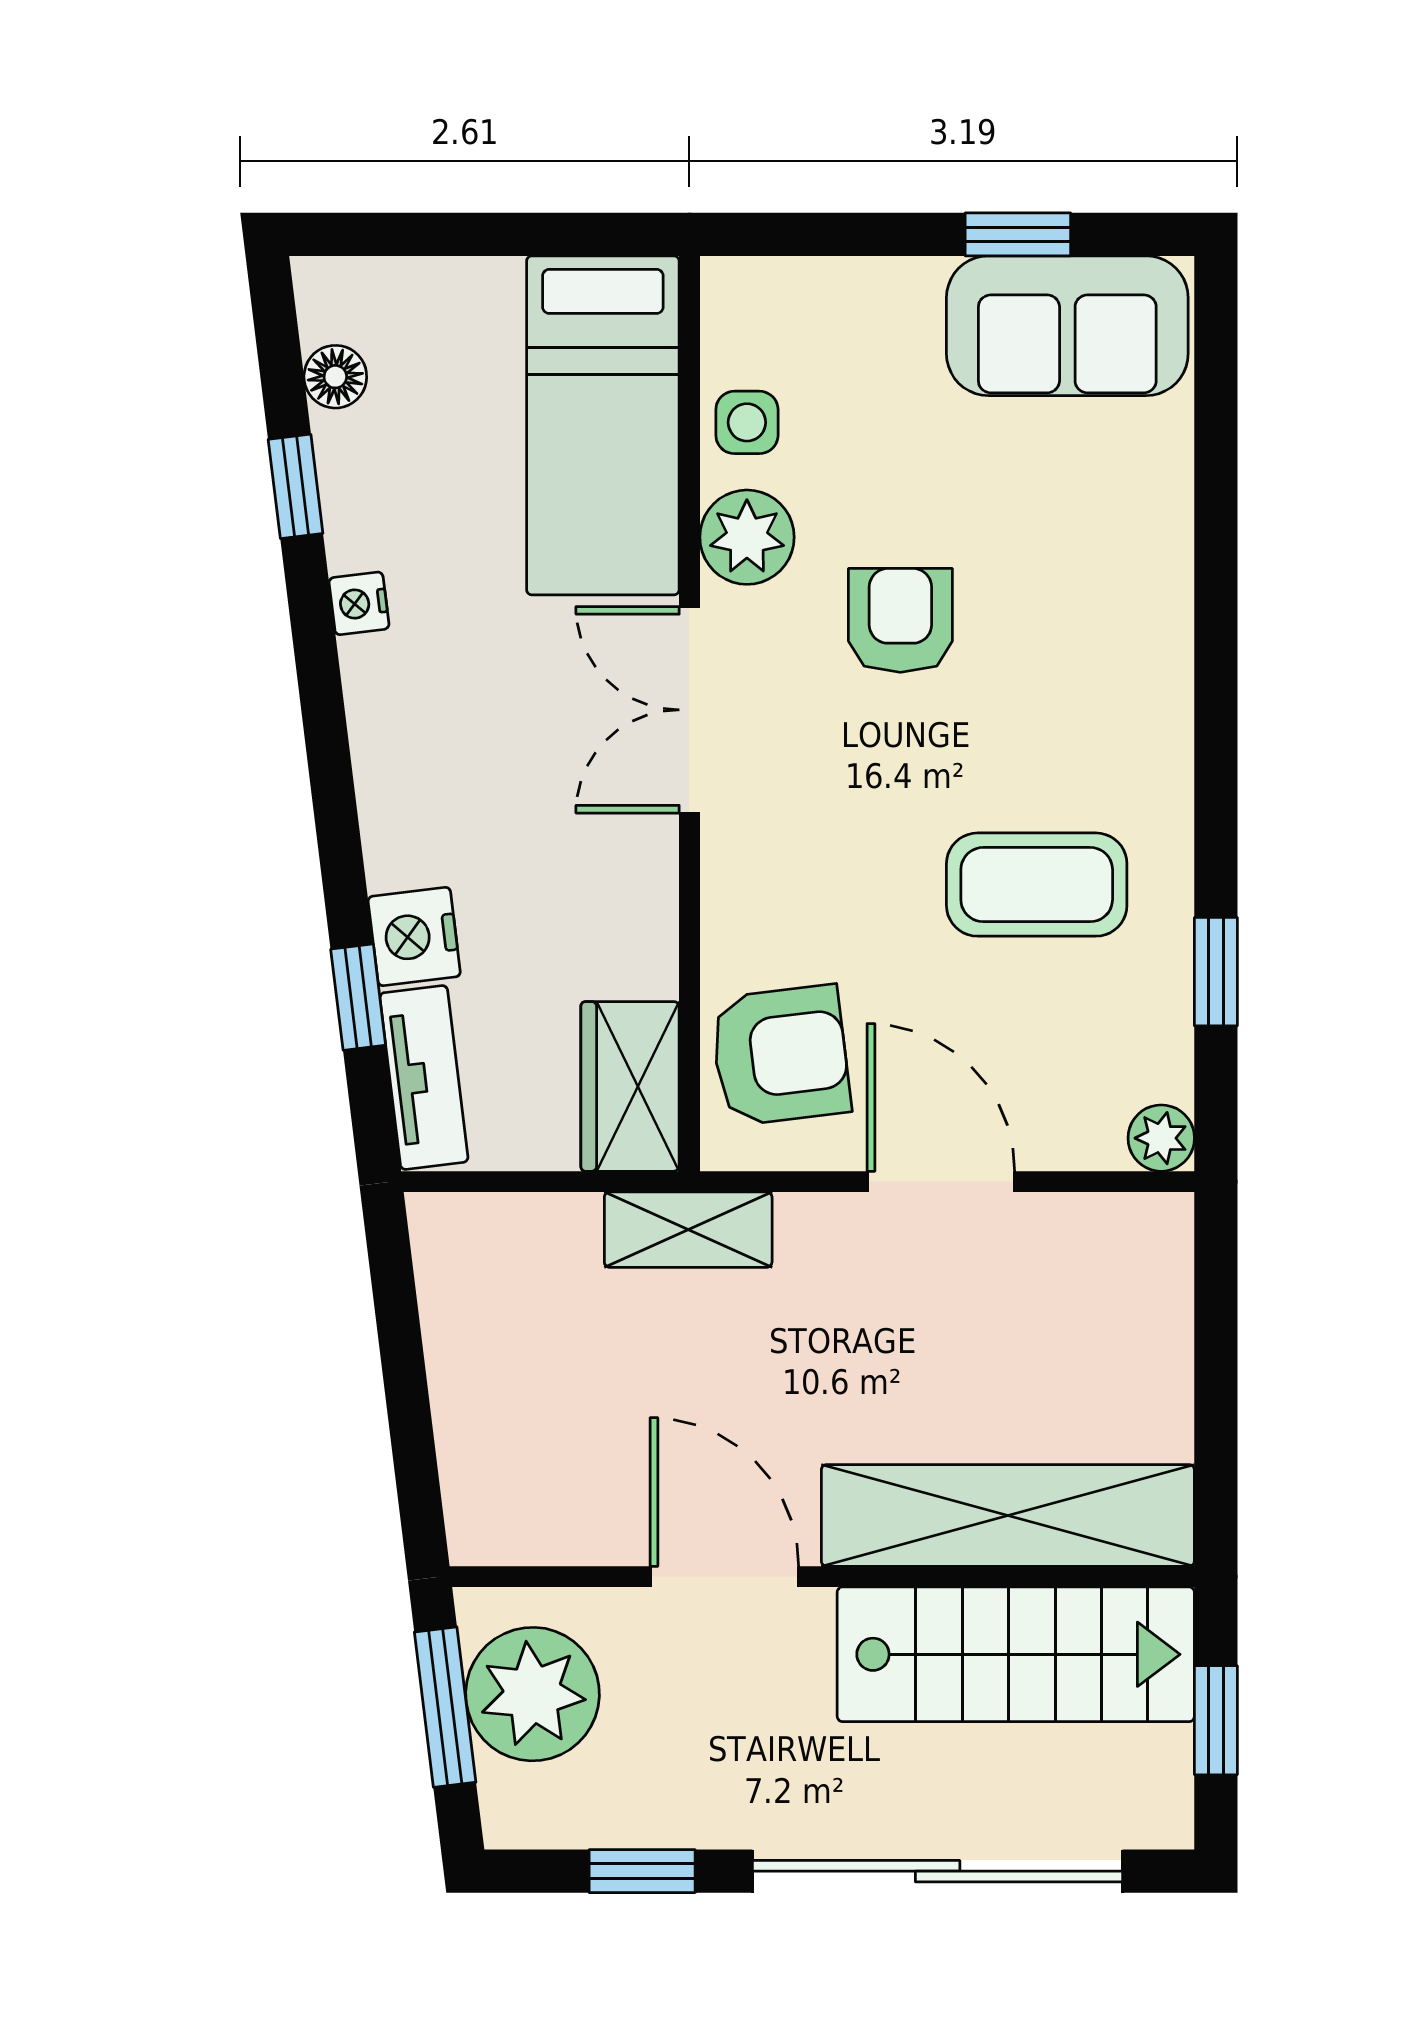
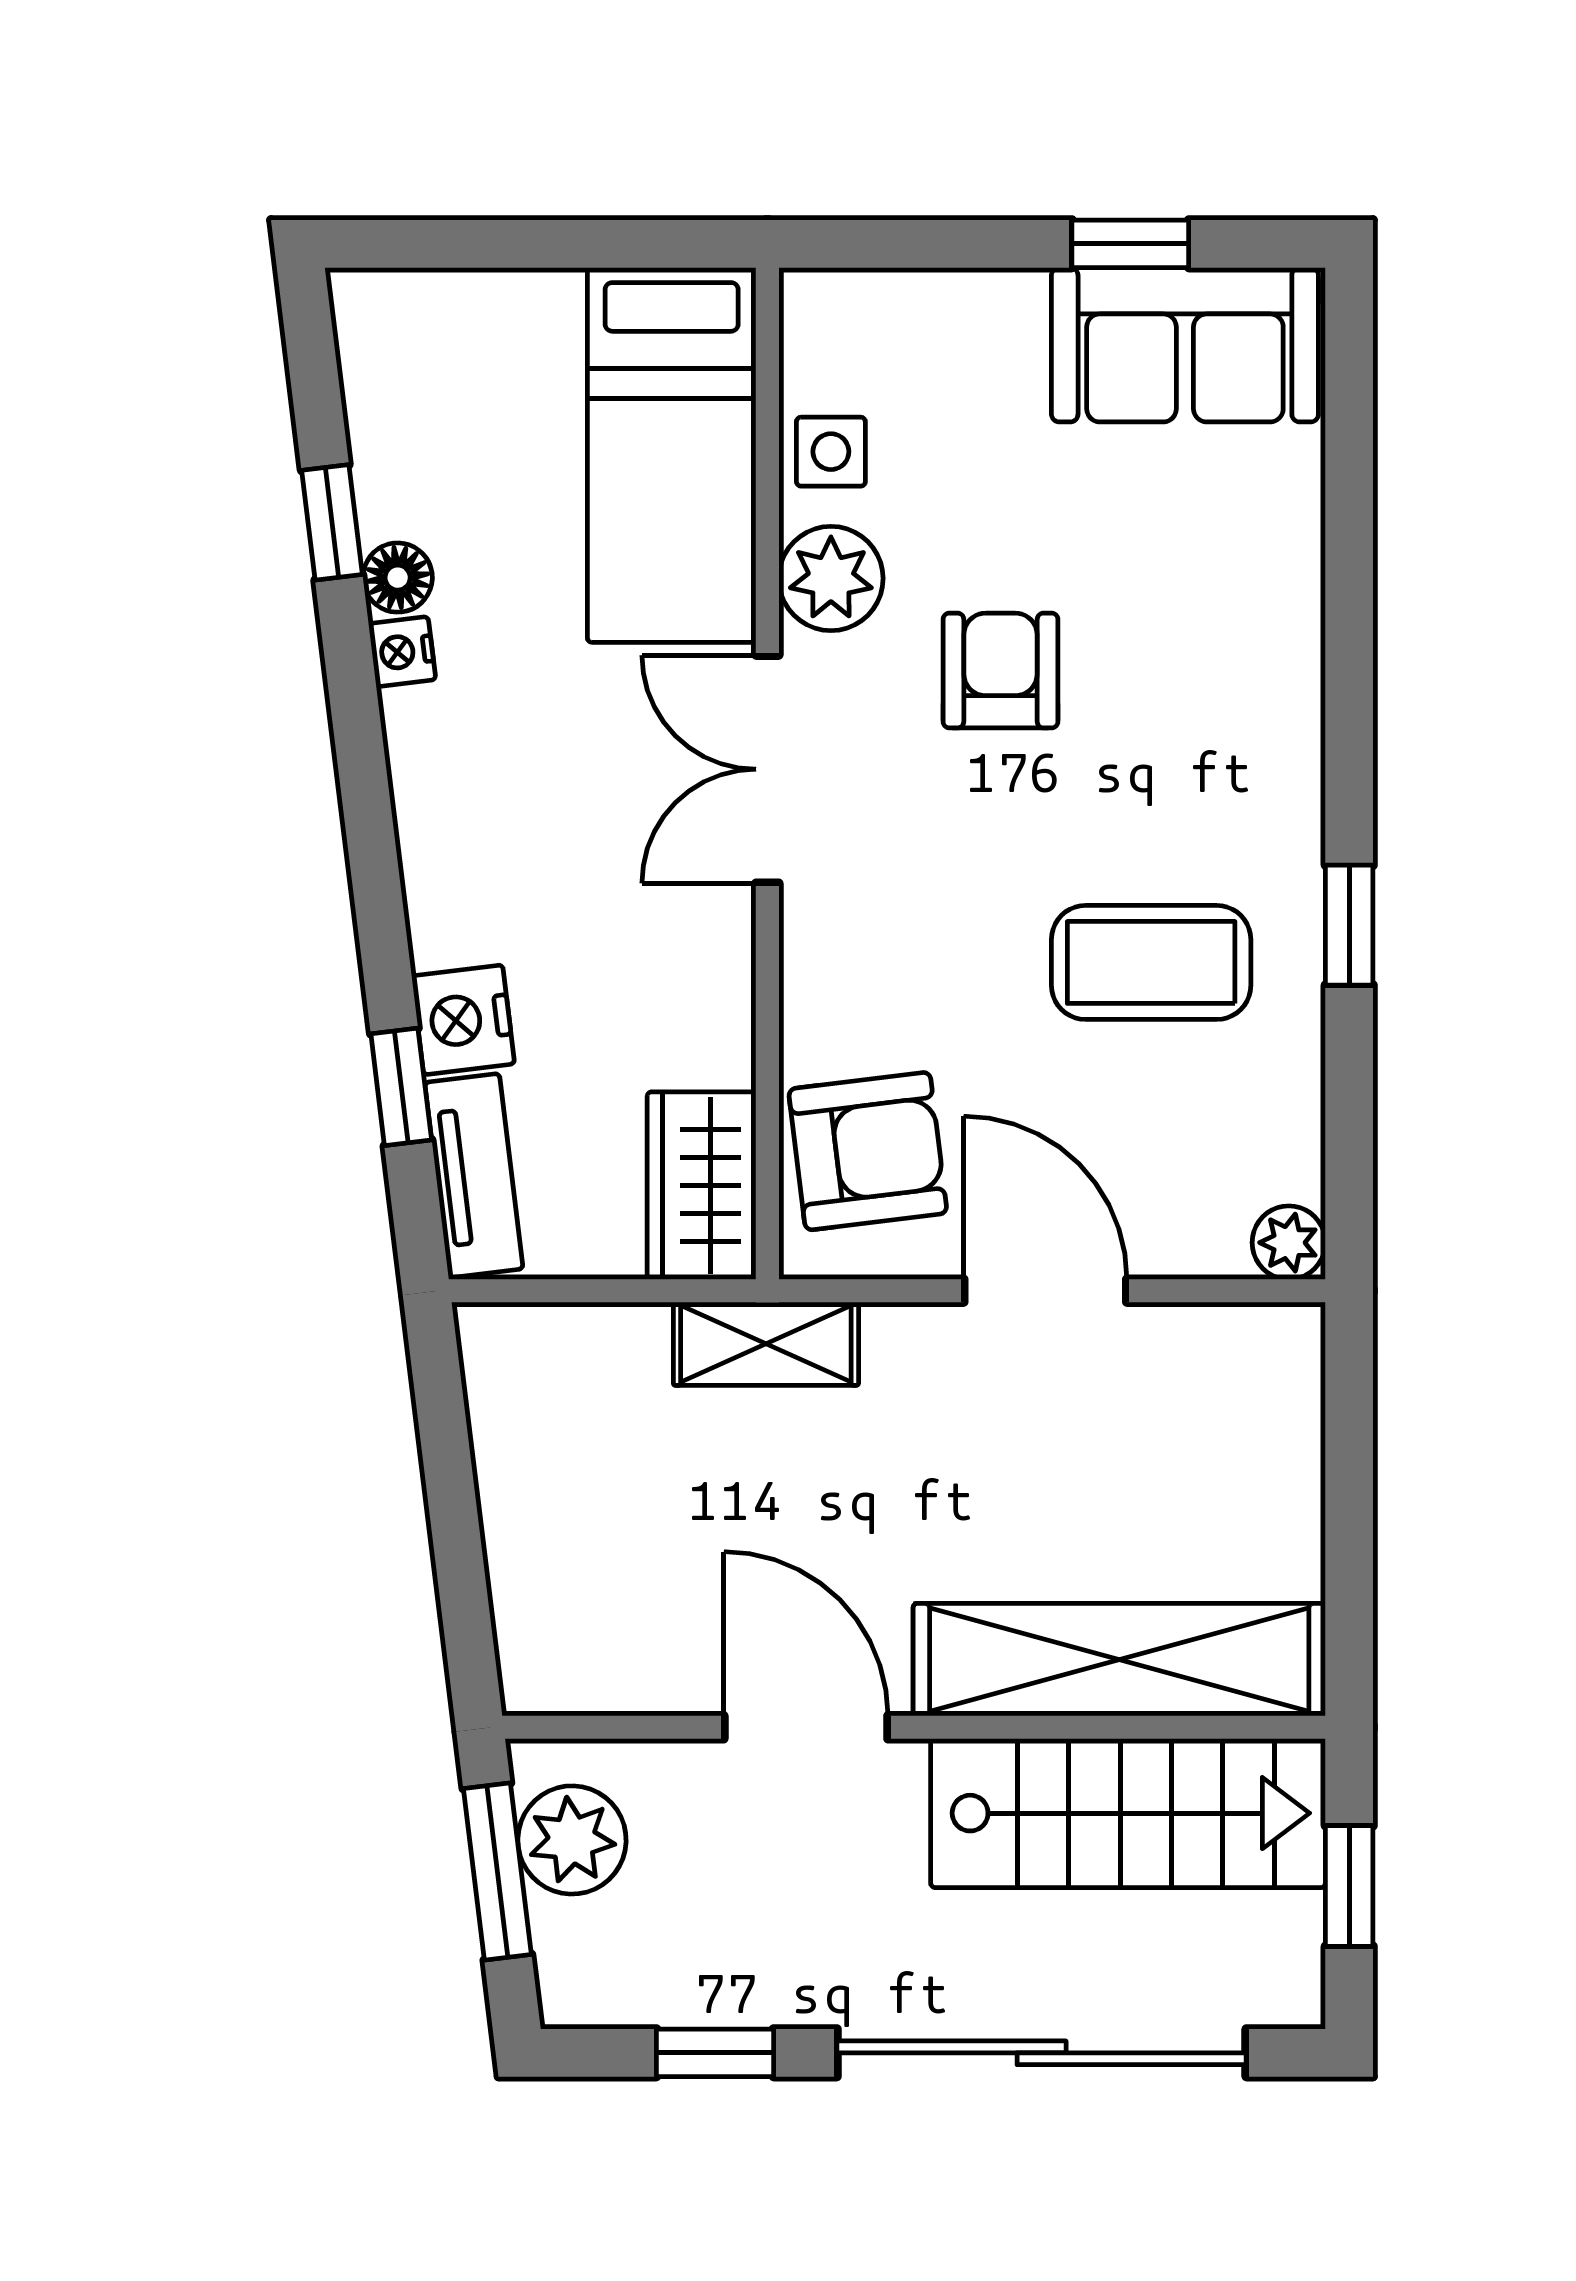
floor lamp: (335, 377) -> (398, 578), moved
window: (1216, 972) -> (1349, 925), moved
plant: (533, 1694) -> (572, 1840), width x0.73, depth x0.73

